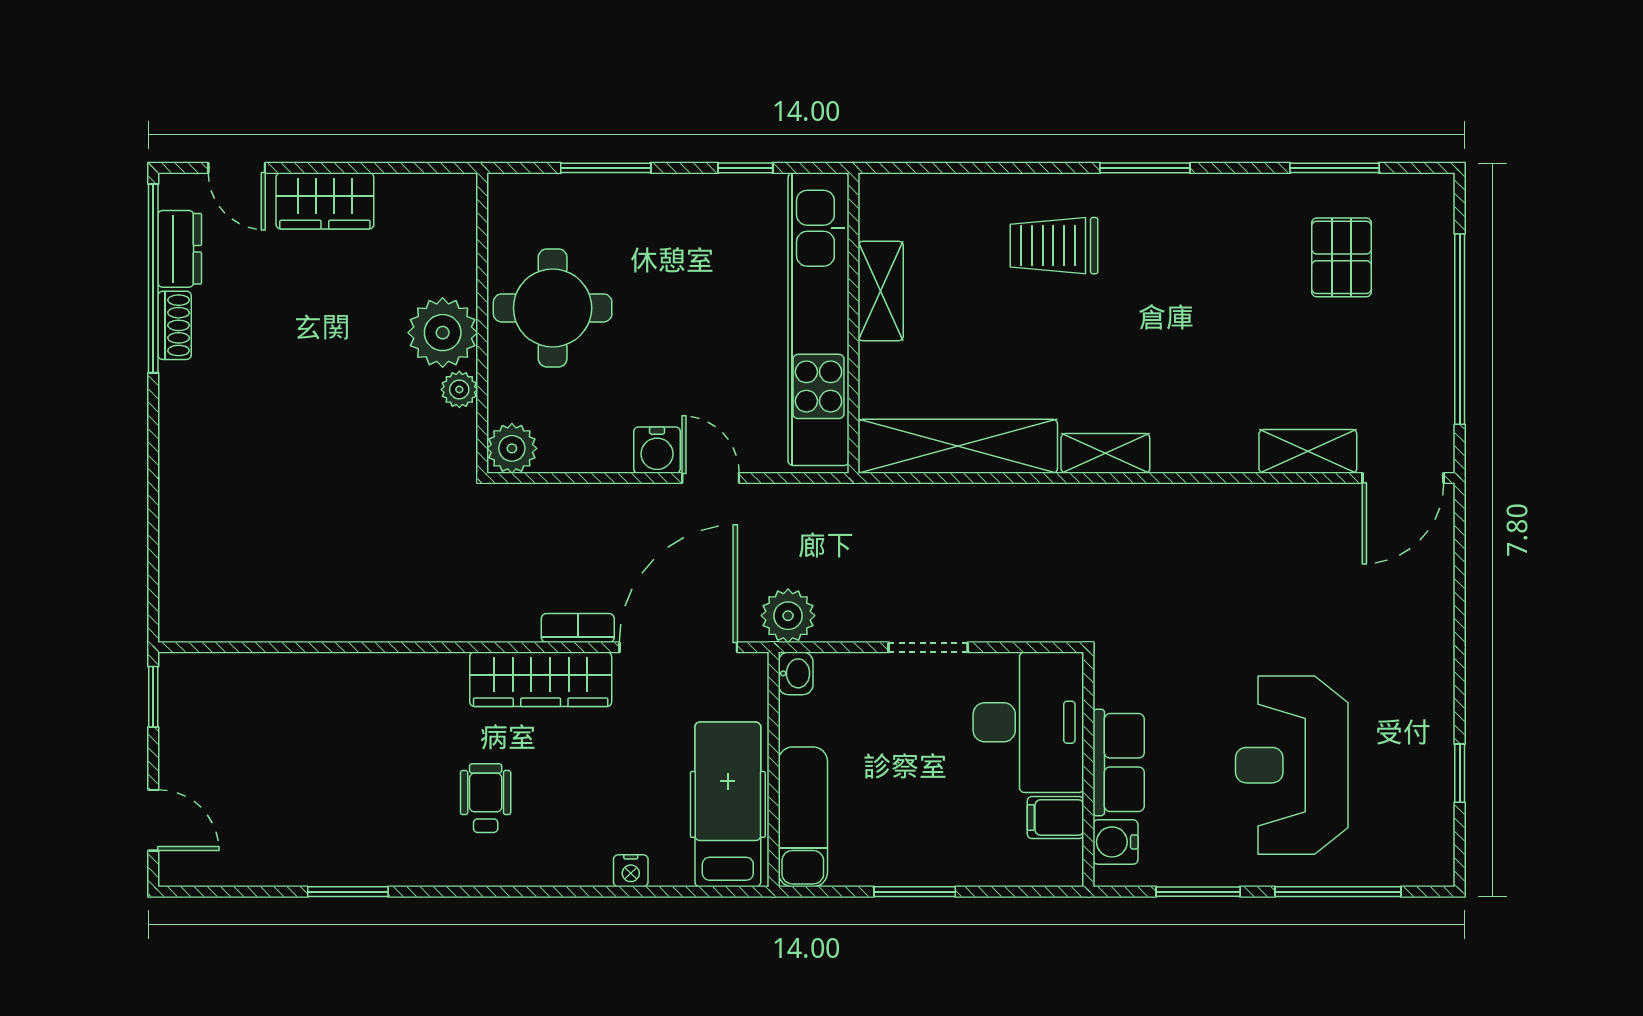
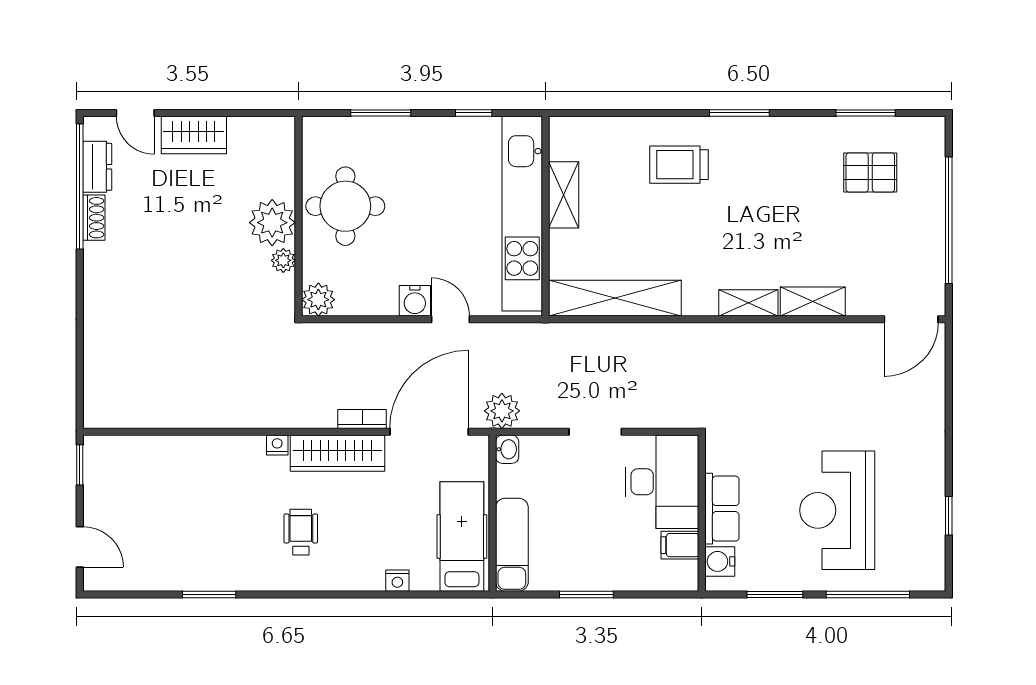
pallet: (1342, 257) -> (870, 172), turned 90
shelving: (1308, 451) -> (813, 302), moved
shelving: (1105, 453) -> (748, 303), moved
nightstand: (450, 667) -> (277, 445), added

